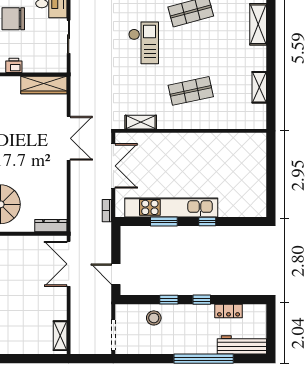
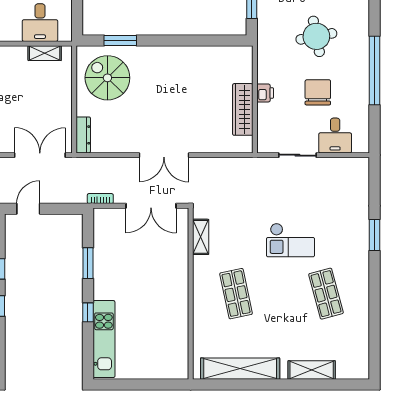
wardrobe: (44, 85) -> (243, 109), moved
shelving: (259, 87) -> (240, 369), width x2.20, depth x1.33
double door: (69, 138) -> (164, 155), moved
kitchen unit: (171, 207) -> (104, 339), moved, width x0.73

